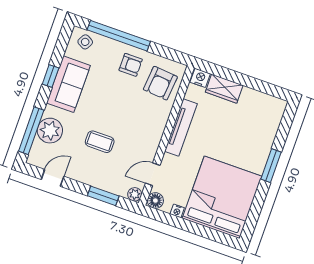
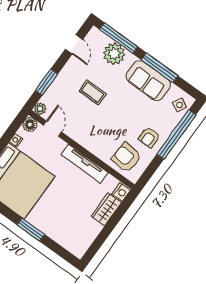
window: (51, 76) -> (160, 68), width x2.17
coffee table: (100, 142) -> (93, 92), turned 90

